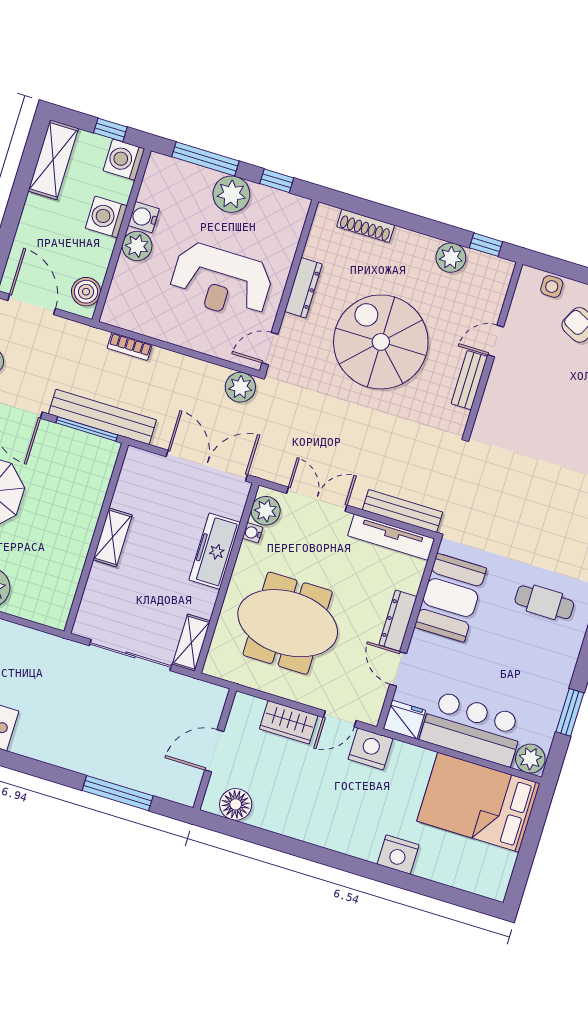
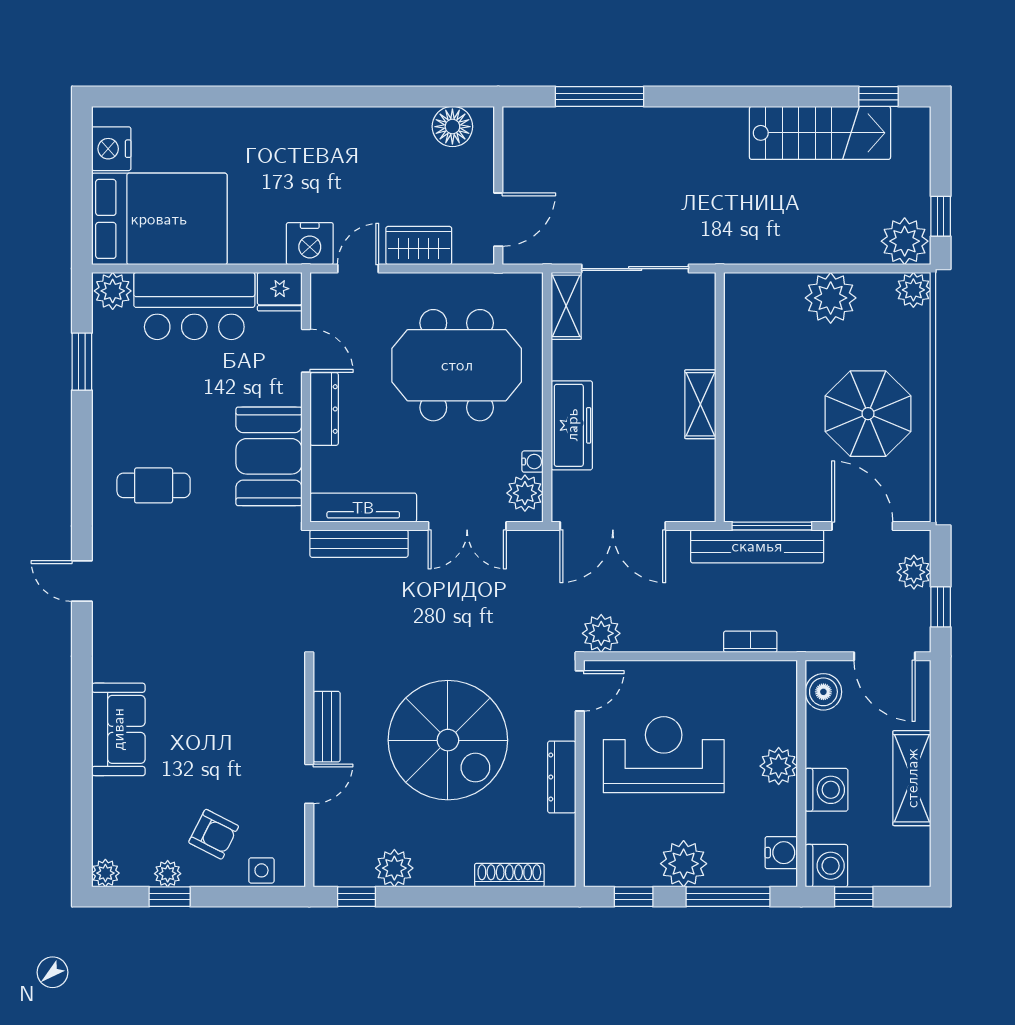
shelving: (53, 160) -> (912, 778), moved
water cooler: (144, 217) -> (781, 853), moved
door: (214, 751) -> (498, 220), moved
nightstand: (398, 855) -> (111, 149), moved, turned -90

